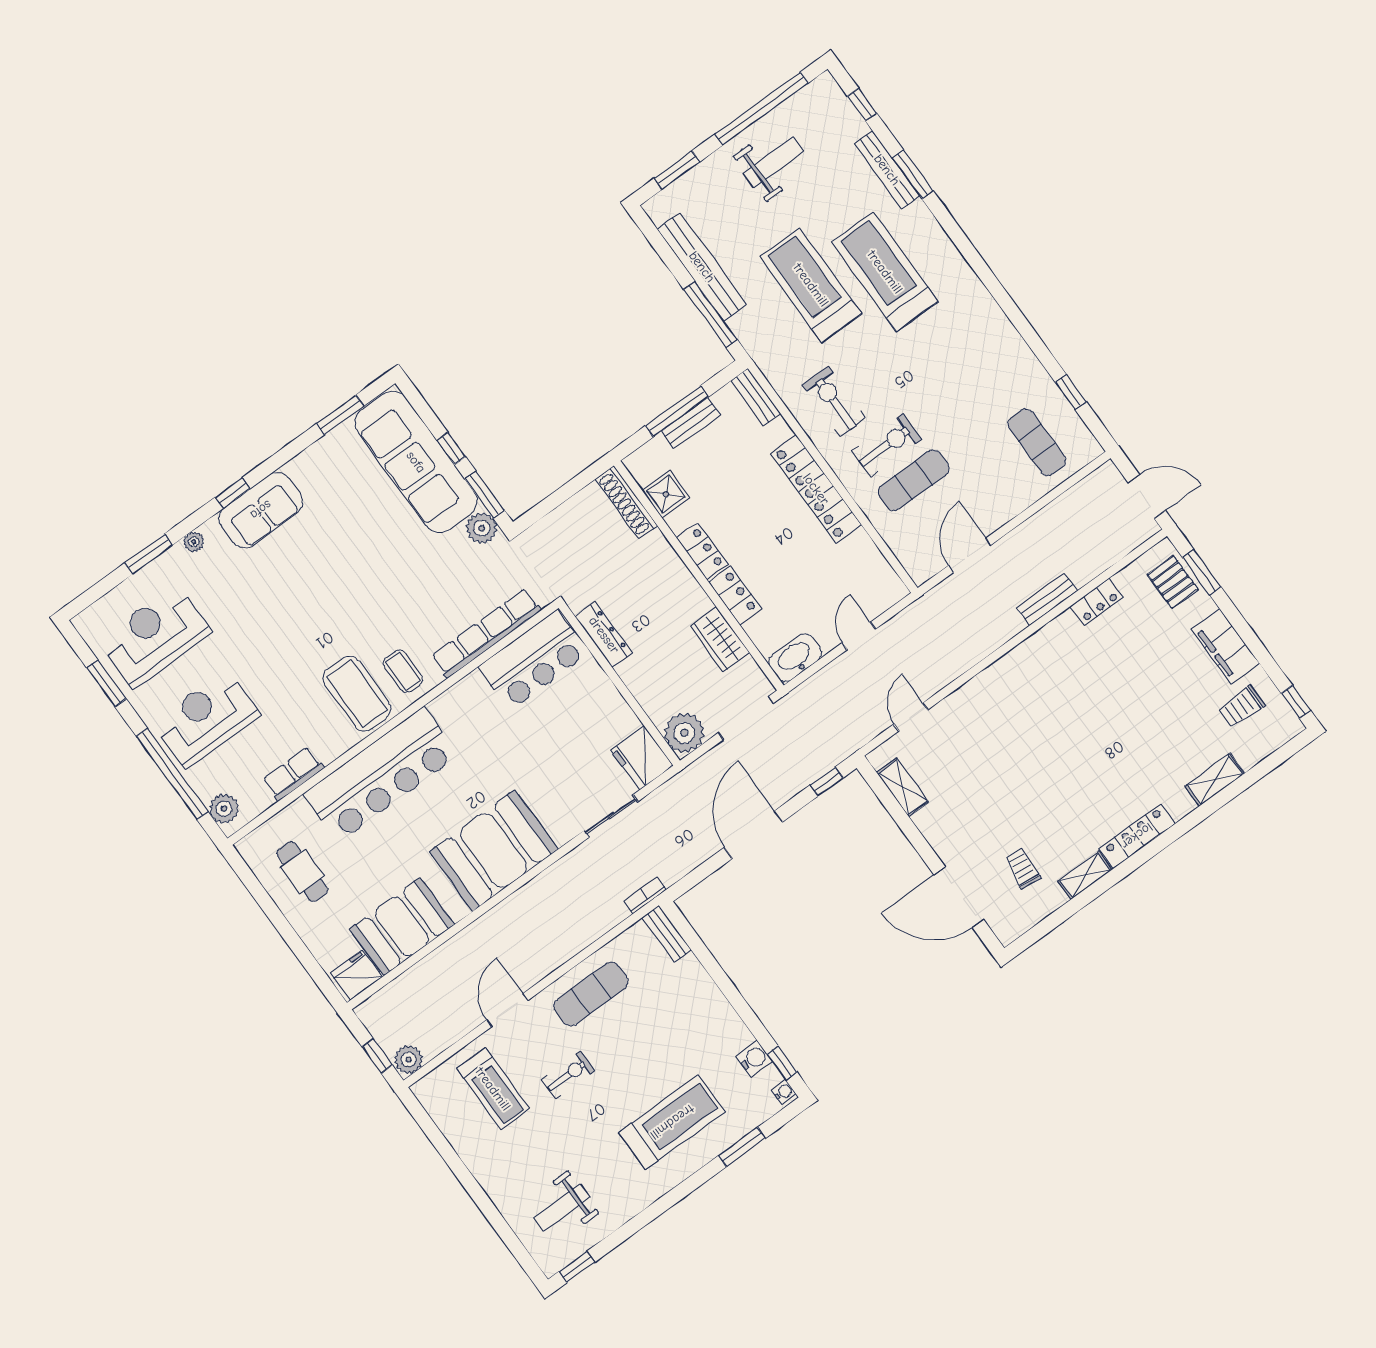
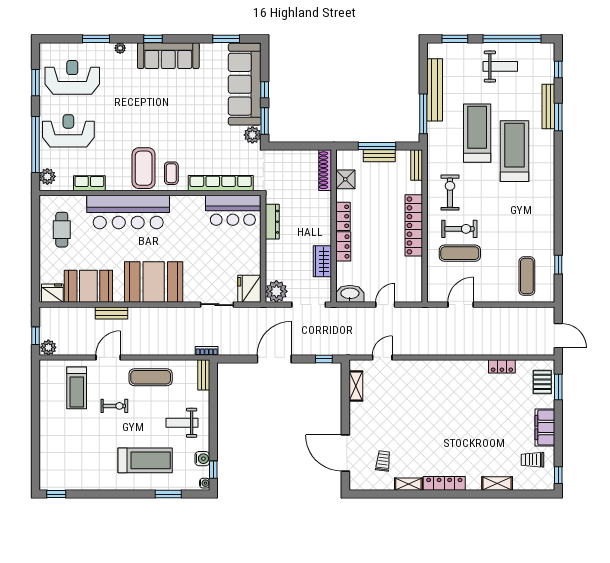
sofa: (261, 510) -> (168, 56), width x1.36
bench: (1047, 599) -> (111, 313), moved
weight bench: (562, 1207) -> (182, 423), moved

